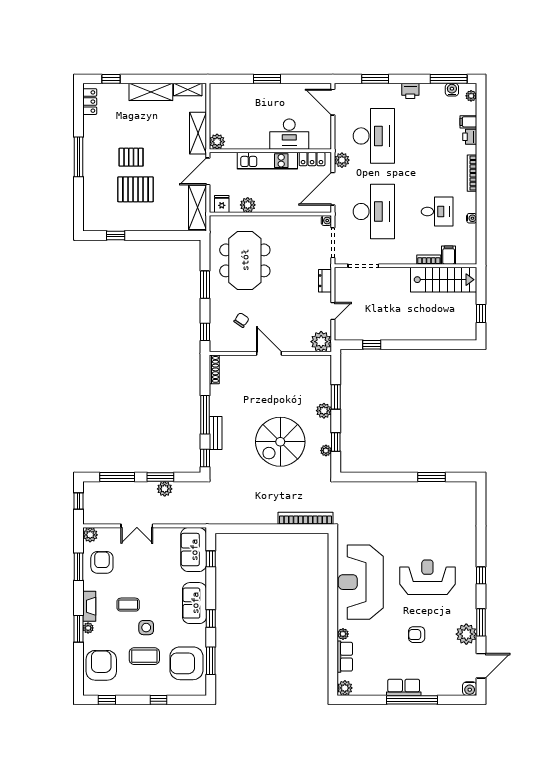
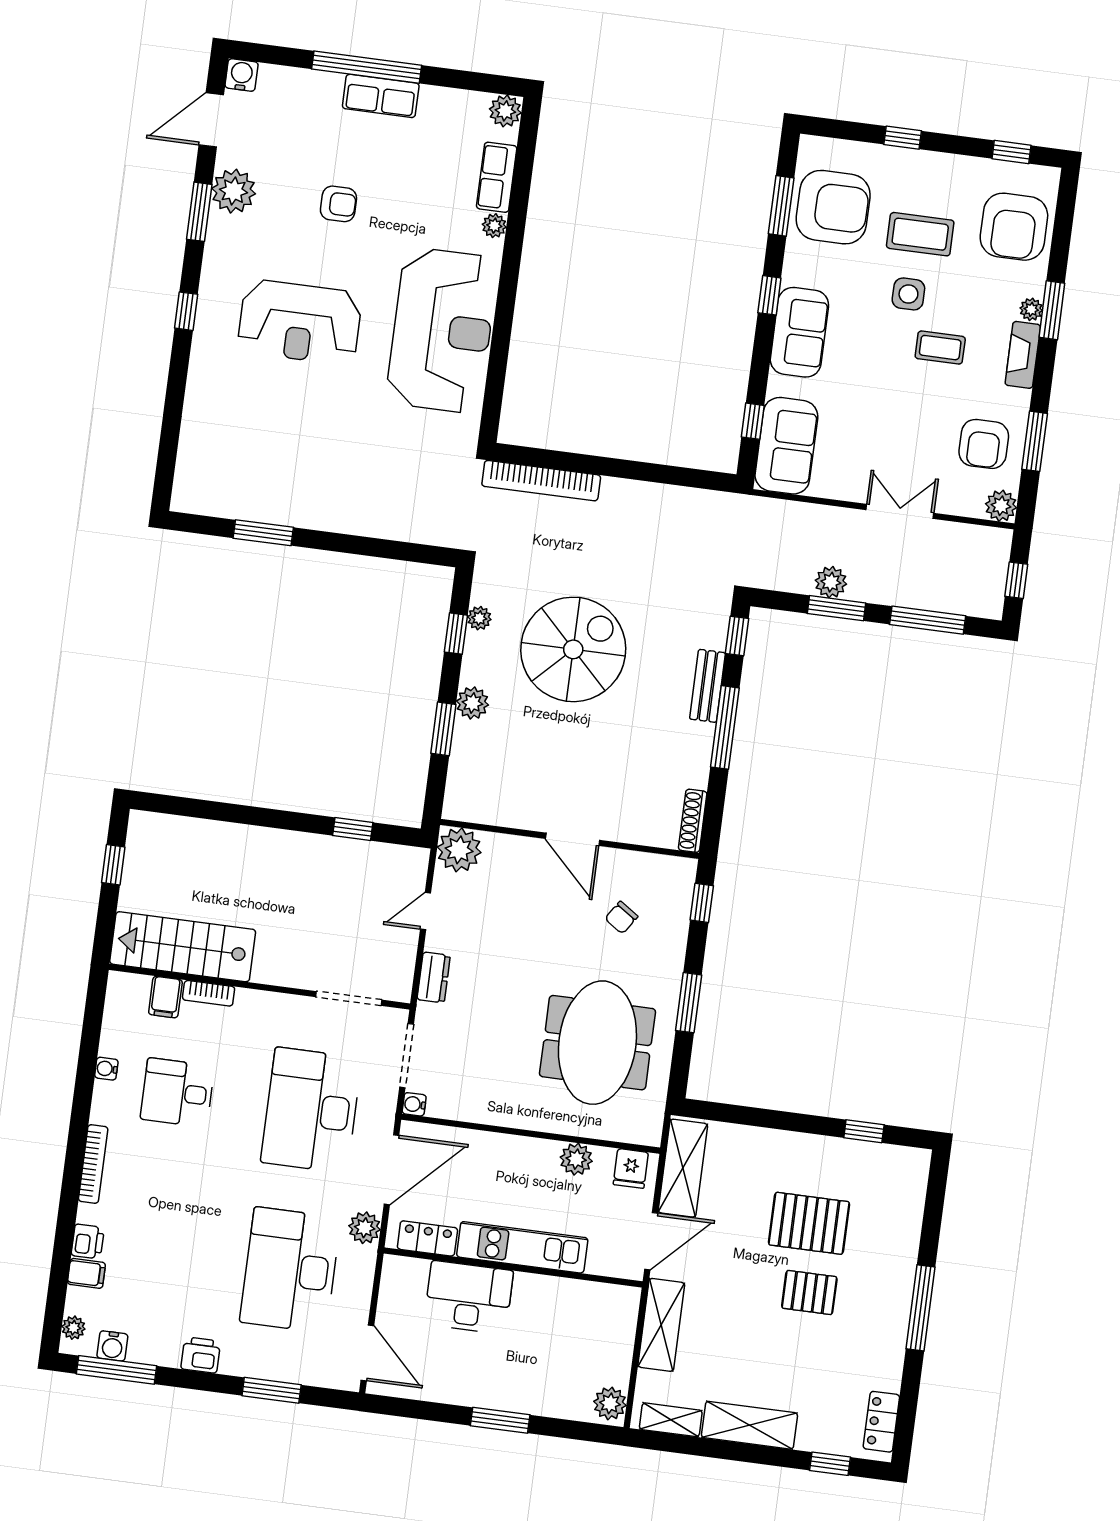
plant: (217, 142) -> (610, 1403), moved

